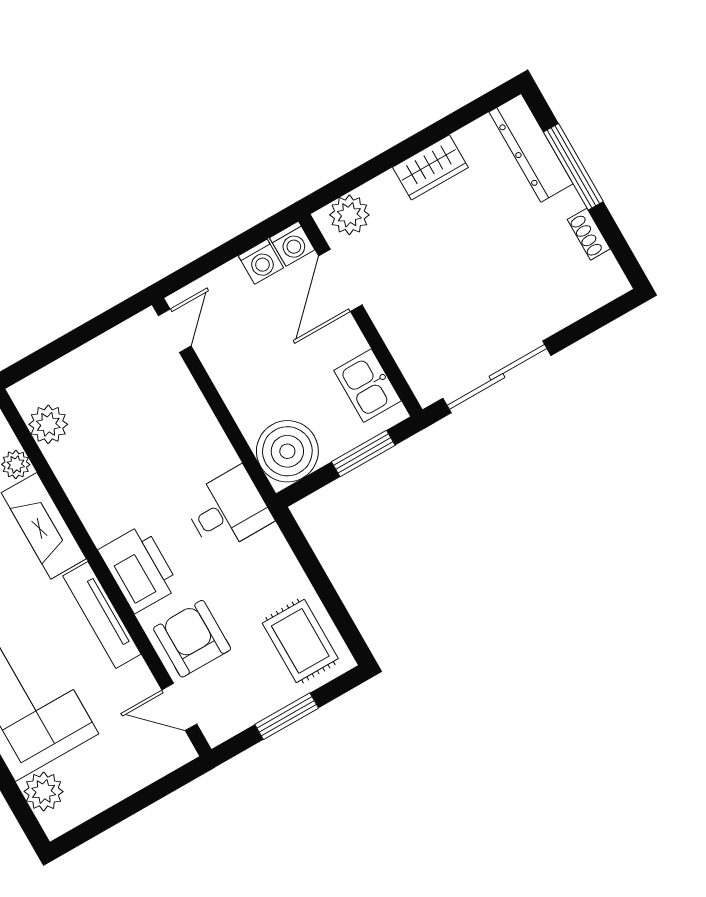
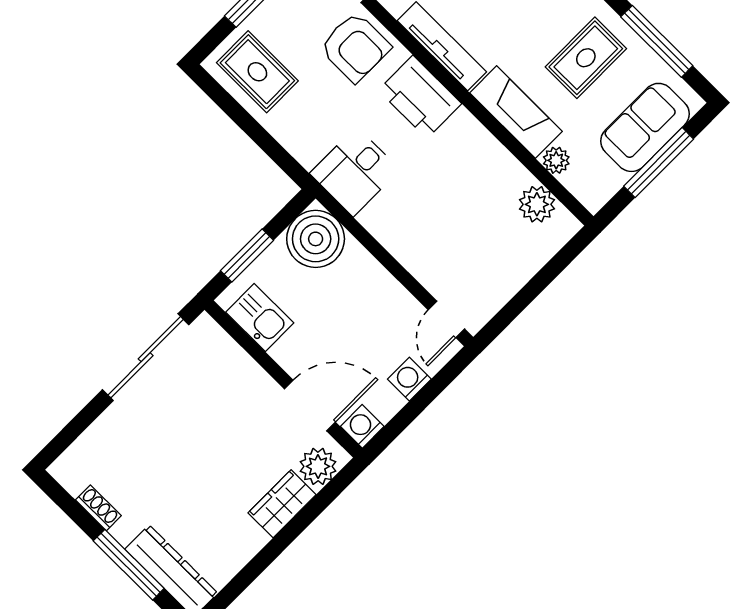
wardrobe: (430, 167) -> (282, 504), moved
washing machine: (261, 262) -> (409, 379), moved
door: (340, 280) -> (310, 405), hinge flipped

